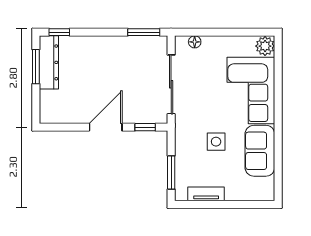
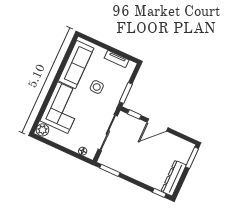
window: (36, 67) -> (192, 158), moved
sofa: (260, 151) -> (76, 65), width x1.36
window: (171, 172) -> (126, 93), moved

